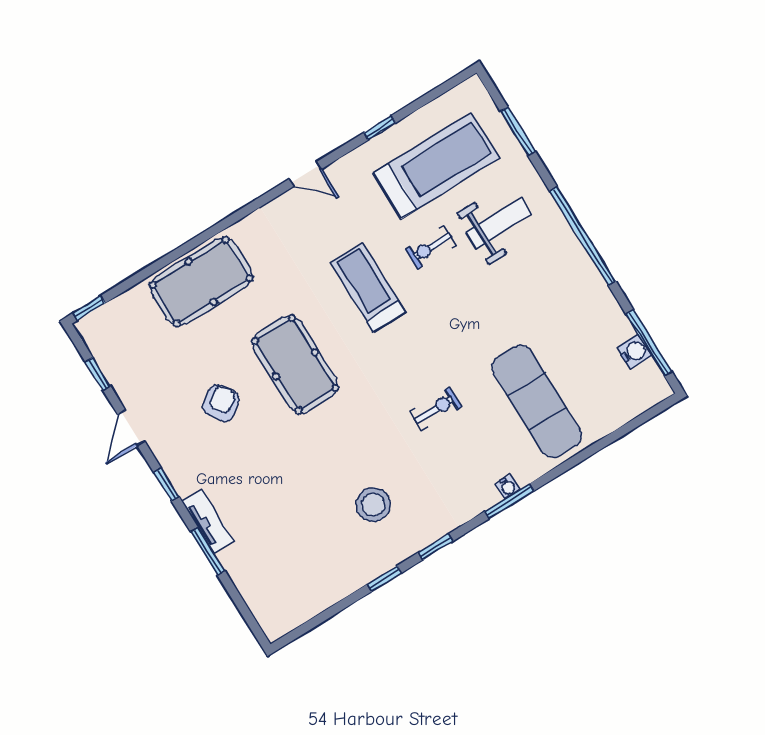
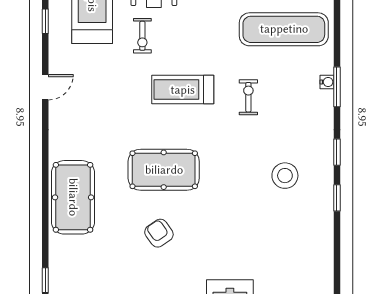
treadmill: (368, 288) -> (183, 90), moved

